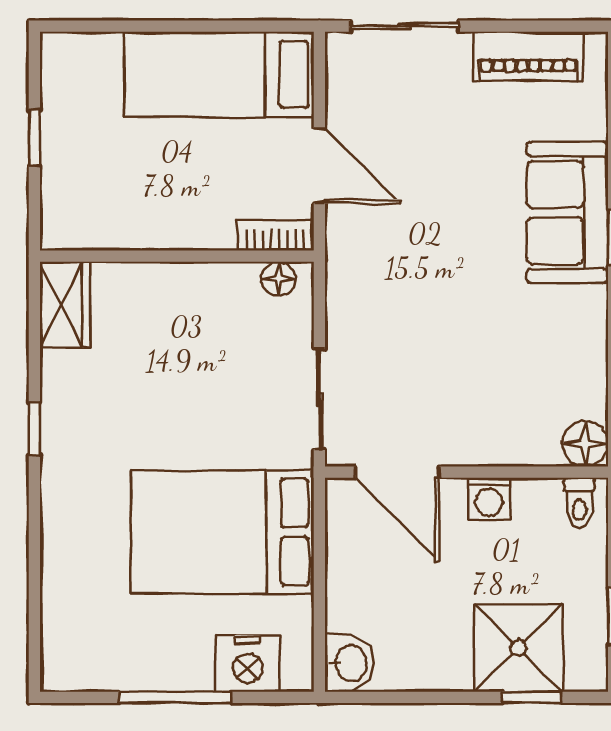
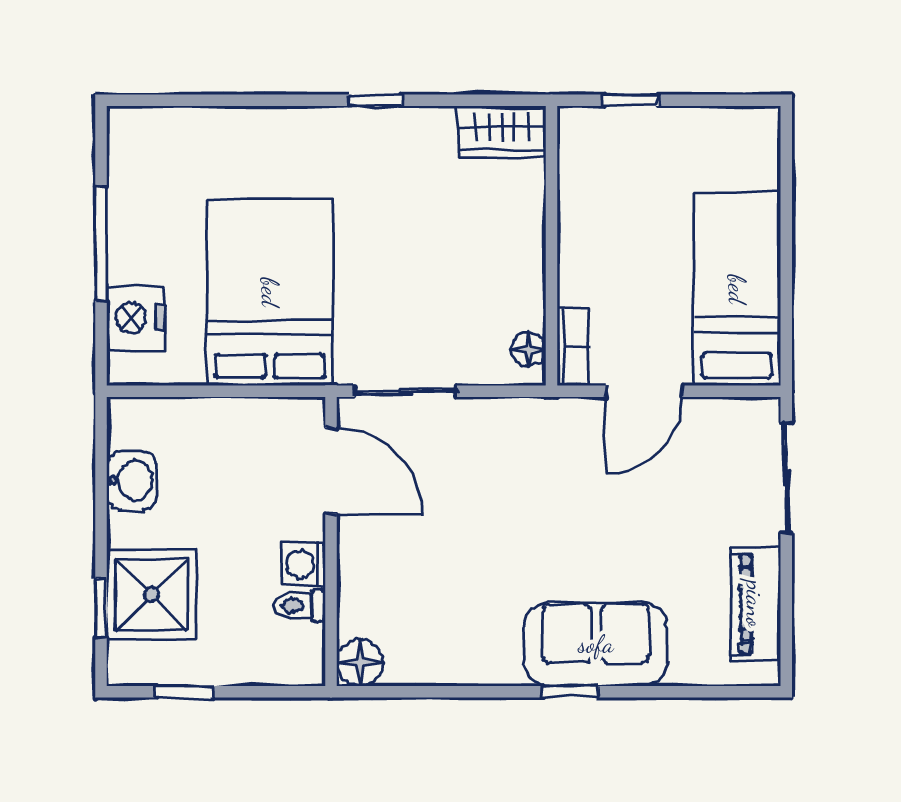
window: (34, 138) -> (630, 100), moved
door: (397, 472) -> (331, 471), swing flipped
toilet: (579, 503) -> (300, 605), moved
washbasin: (349, 663) -> (132, 480), moved, turned -90

